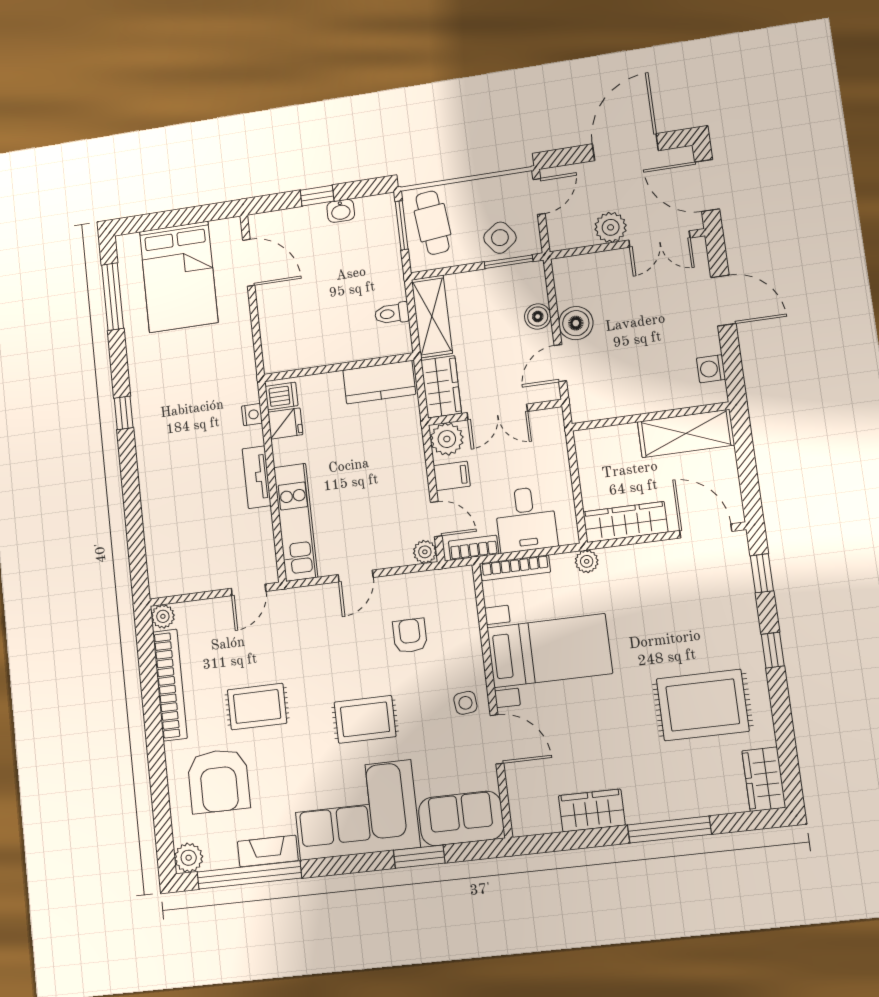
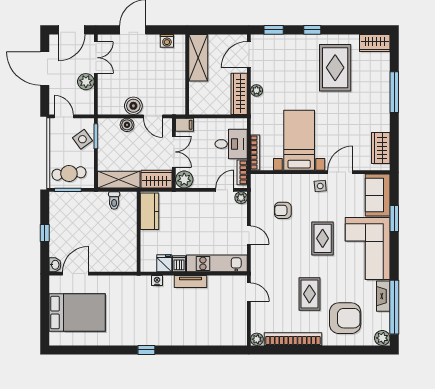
washbasin: (341, 211) -> (55, 265), moved
window: (113, 297) -> (82, 350), removed
dishwasher: (282, 396) -> (179, 264), moved
filing cabinet: (452, 476) -> (184, 125), moved, turned 90
plant: (587, 561) -> (257, 90), moved
wardrobe: (592, 810) -> (381, 148), moved

